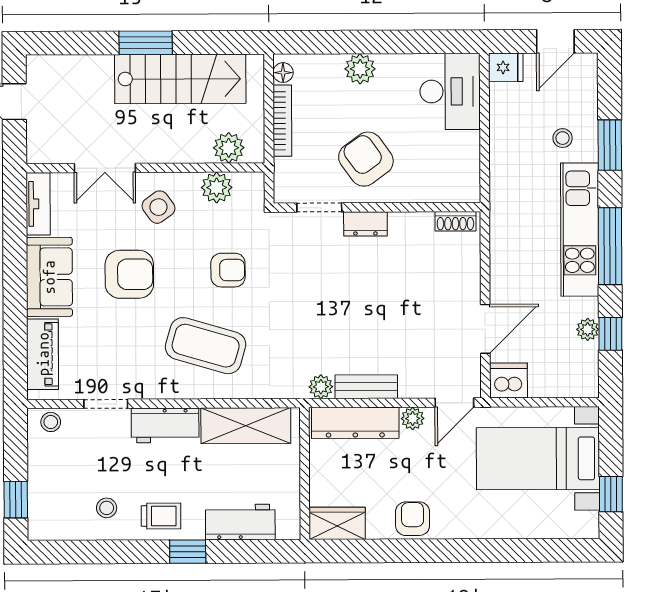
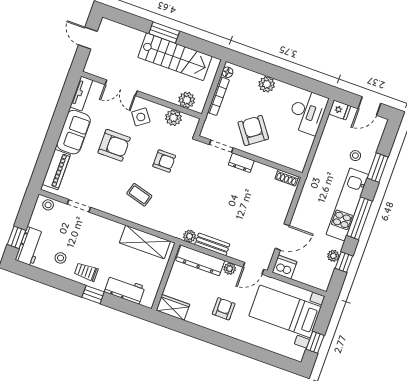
coffee table: (206, 346) -> (139, 195), width x0.54, depth x0.58
workbench: (165, 425) -> (30, 246), moved, turned -90
trolley: (161, 516) -> (86, 272), turned 180
armchair: (413, 519) -> (224, 309), moved

